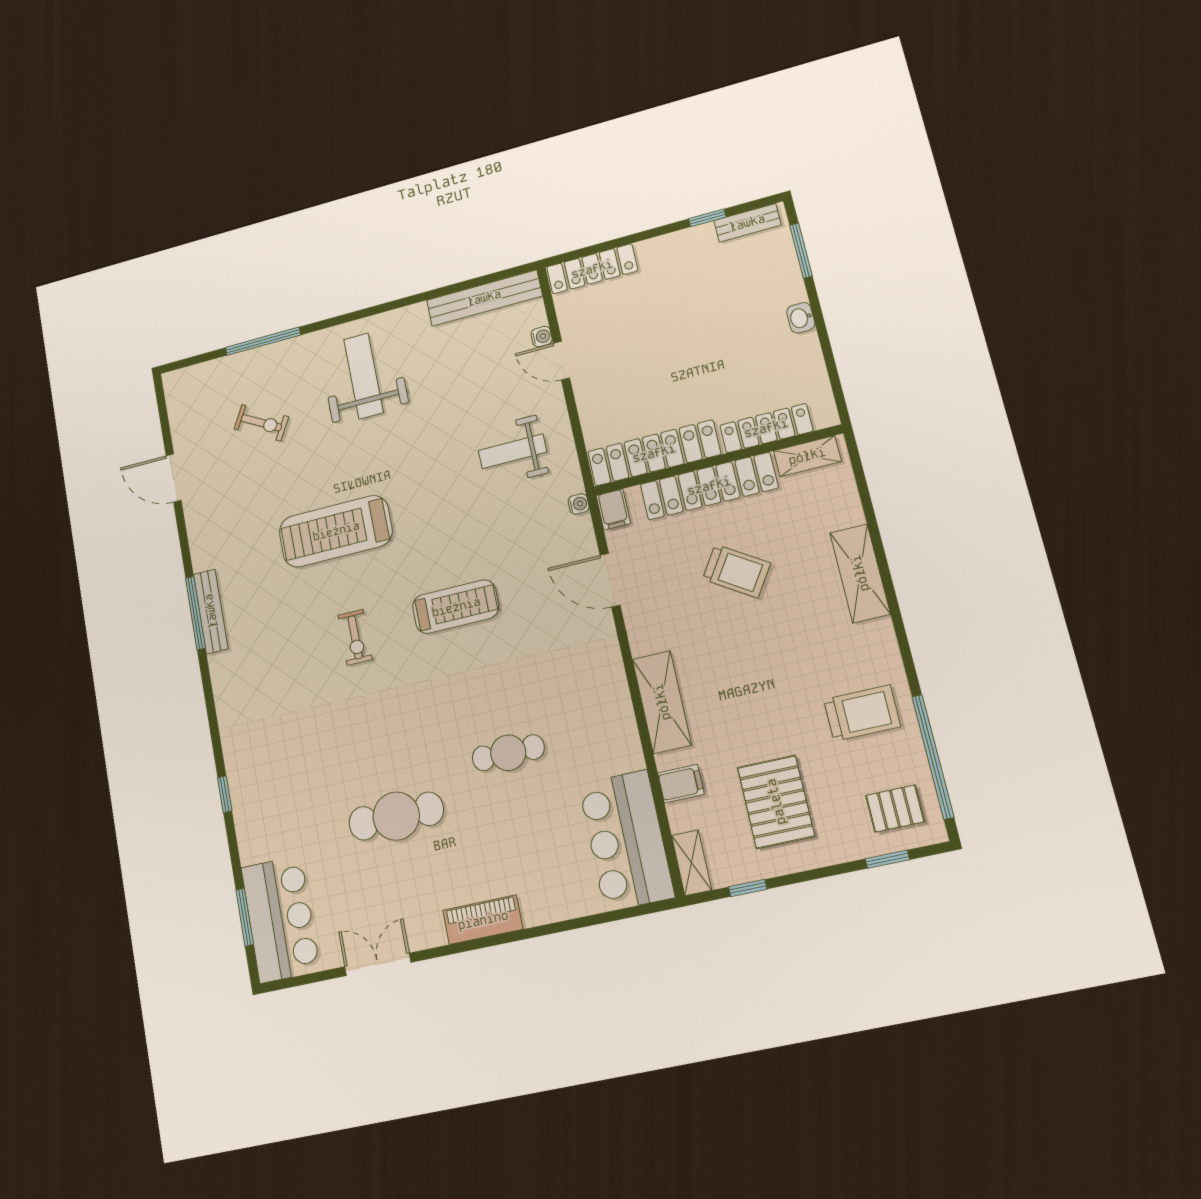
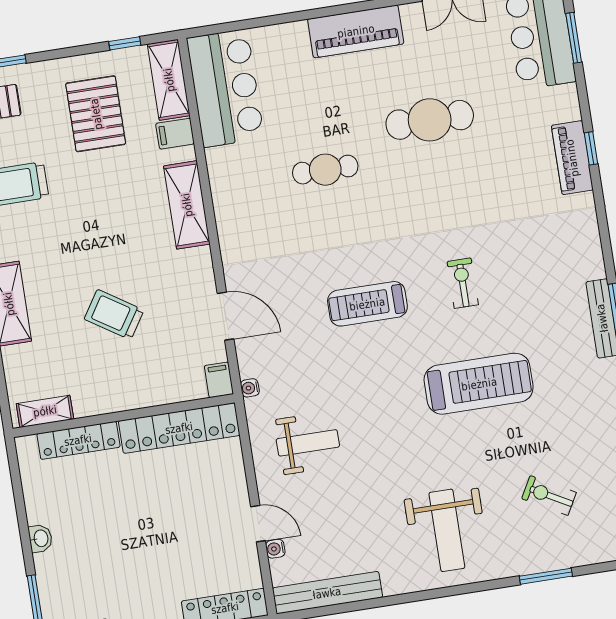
window: (263, 341) -> (546, 576), width x0.69
locker: (709, 486) -> (132, 393), removed
piano: (244, 783) -> (572, 158), added
shelving: (692, 863) -> (169, 80), width x1.50, depth x1.33
piano: (483, 920) -> (356, 31), width x1.37, depth x1.33

